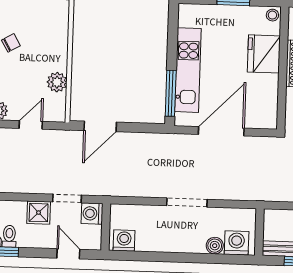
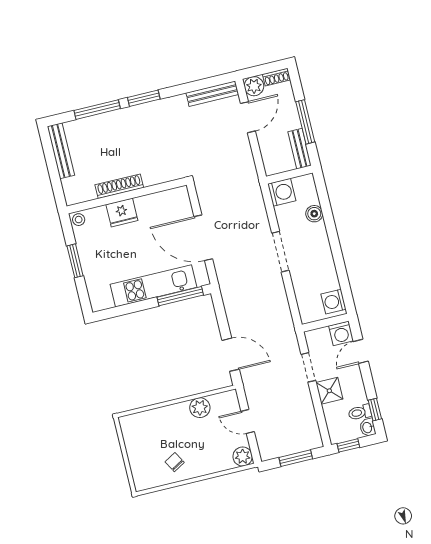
fridge: (264, 54) -> (122, 212), width x0.73, depth x0.75
washing machine: (92, 213) -> (341, 333), moved
washing machine: (237, 243) -> (282, 192), moved, turned 180

